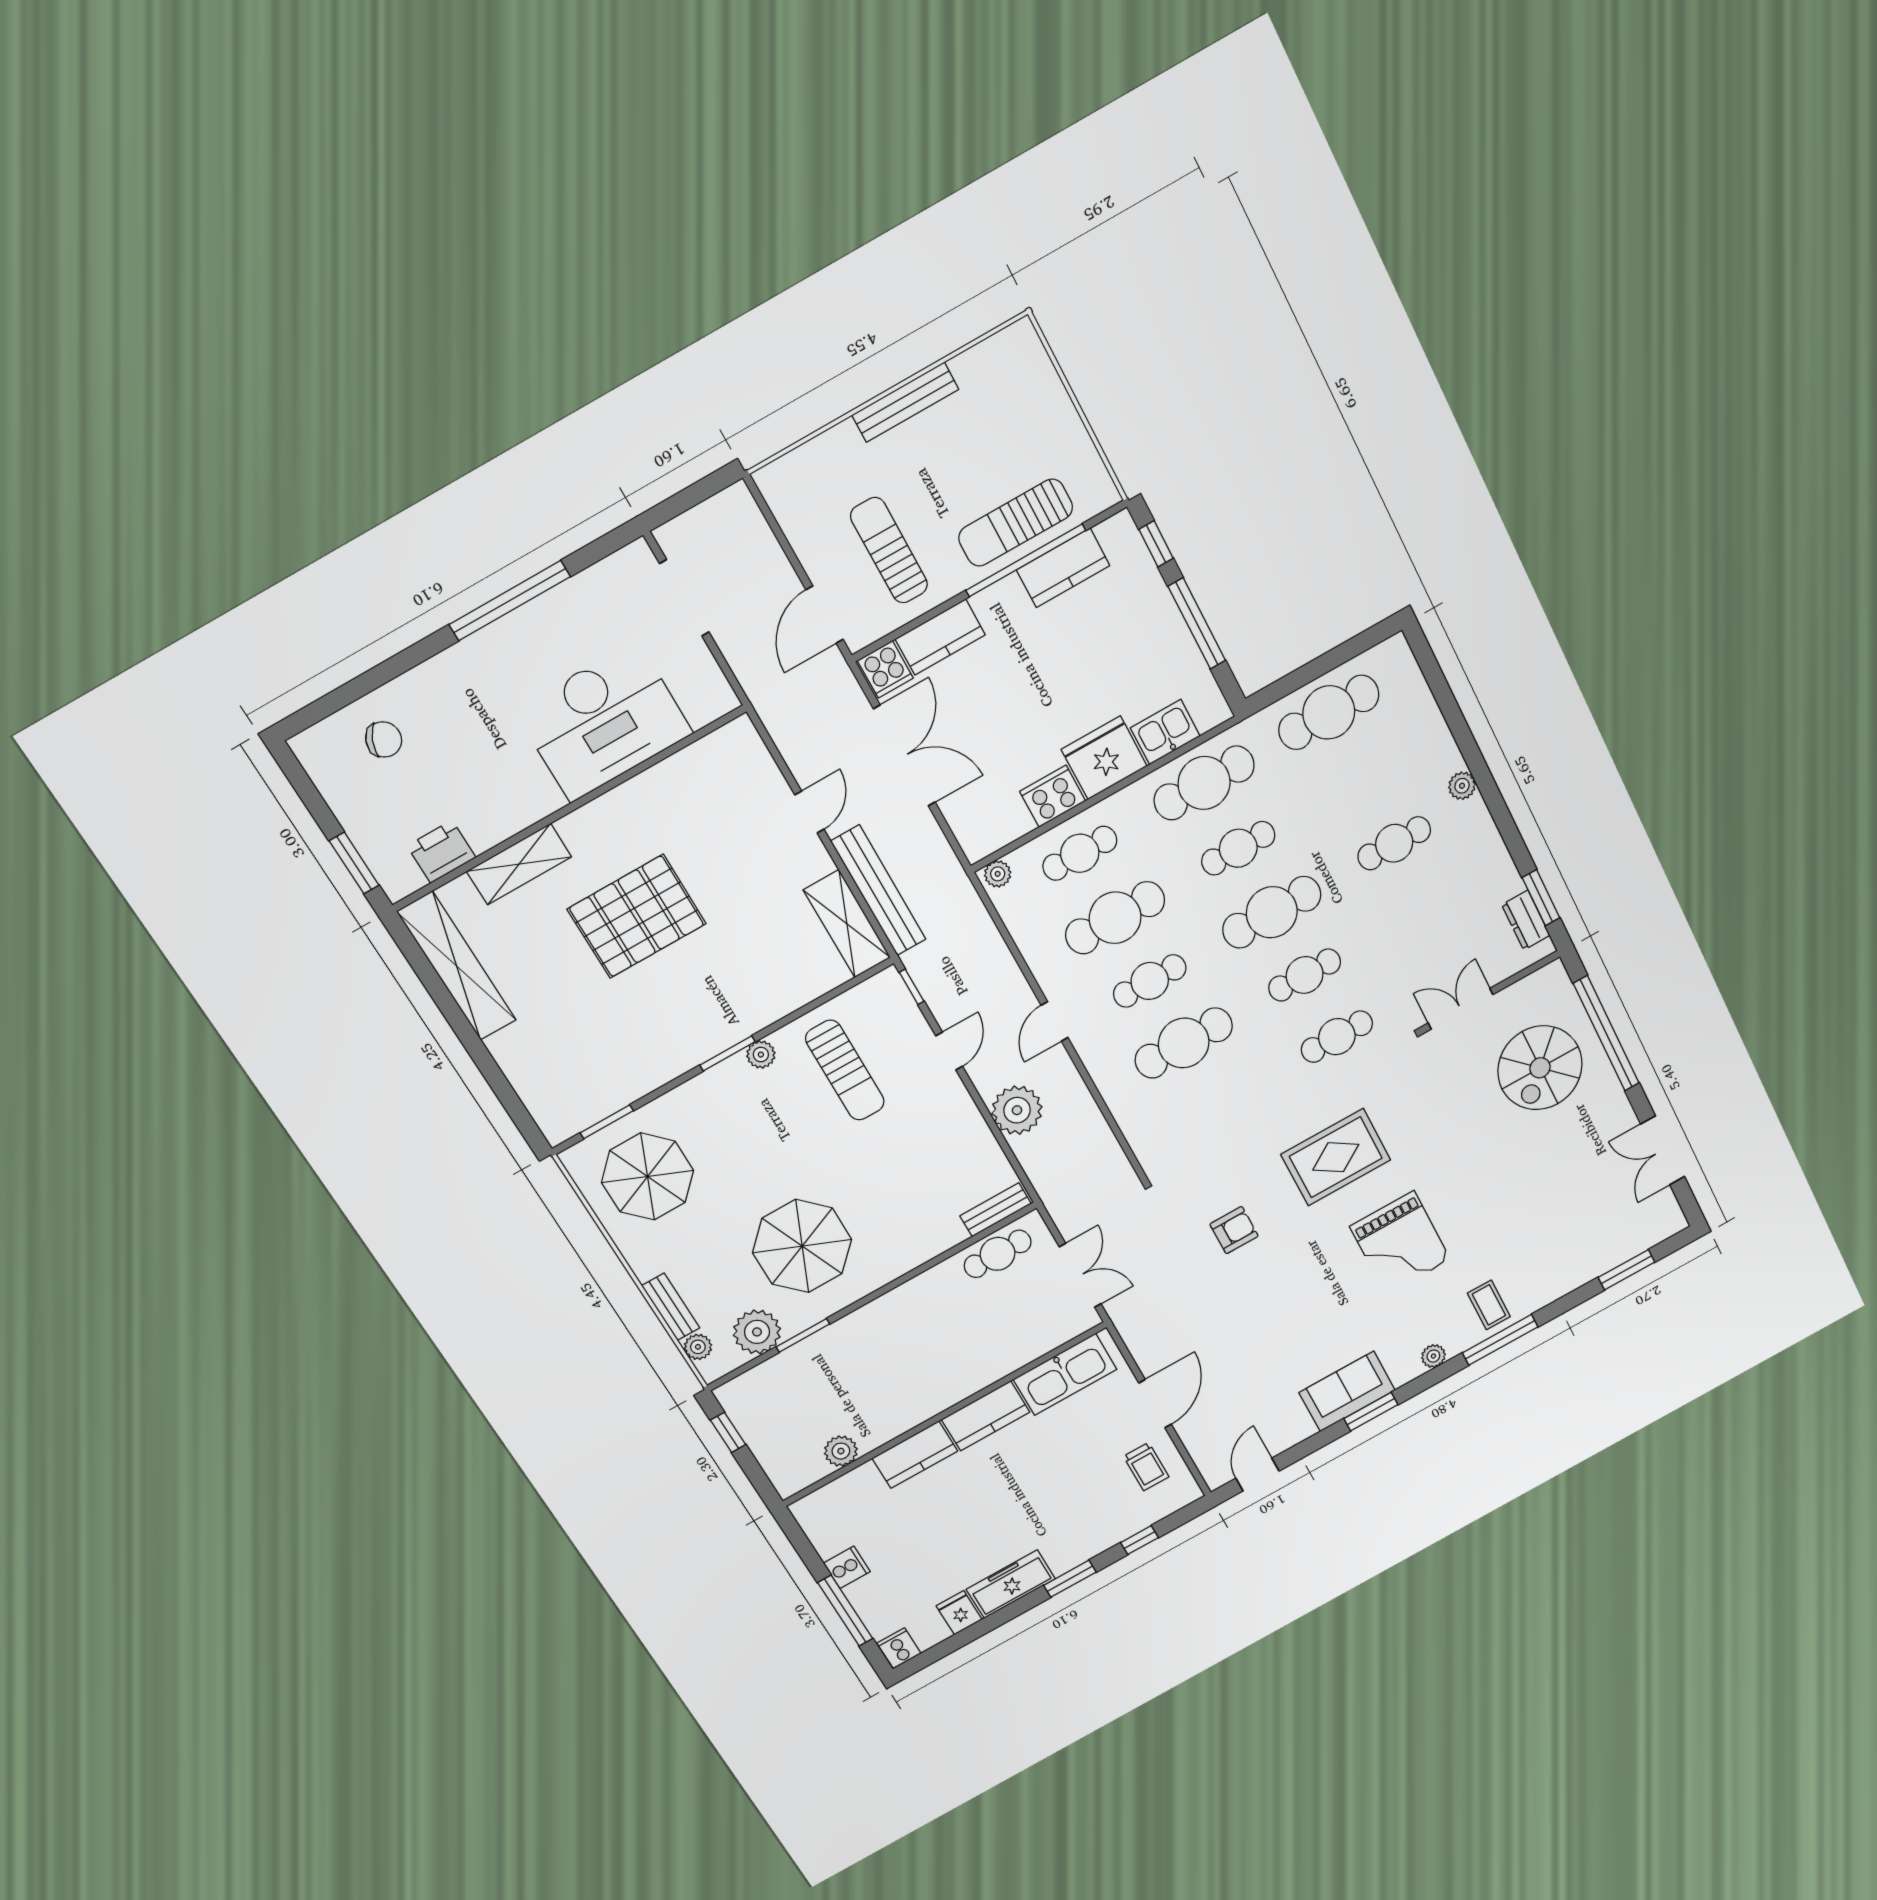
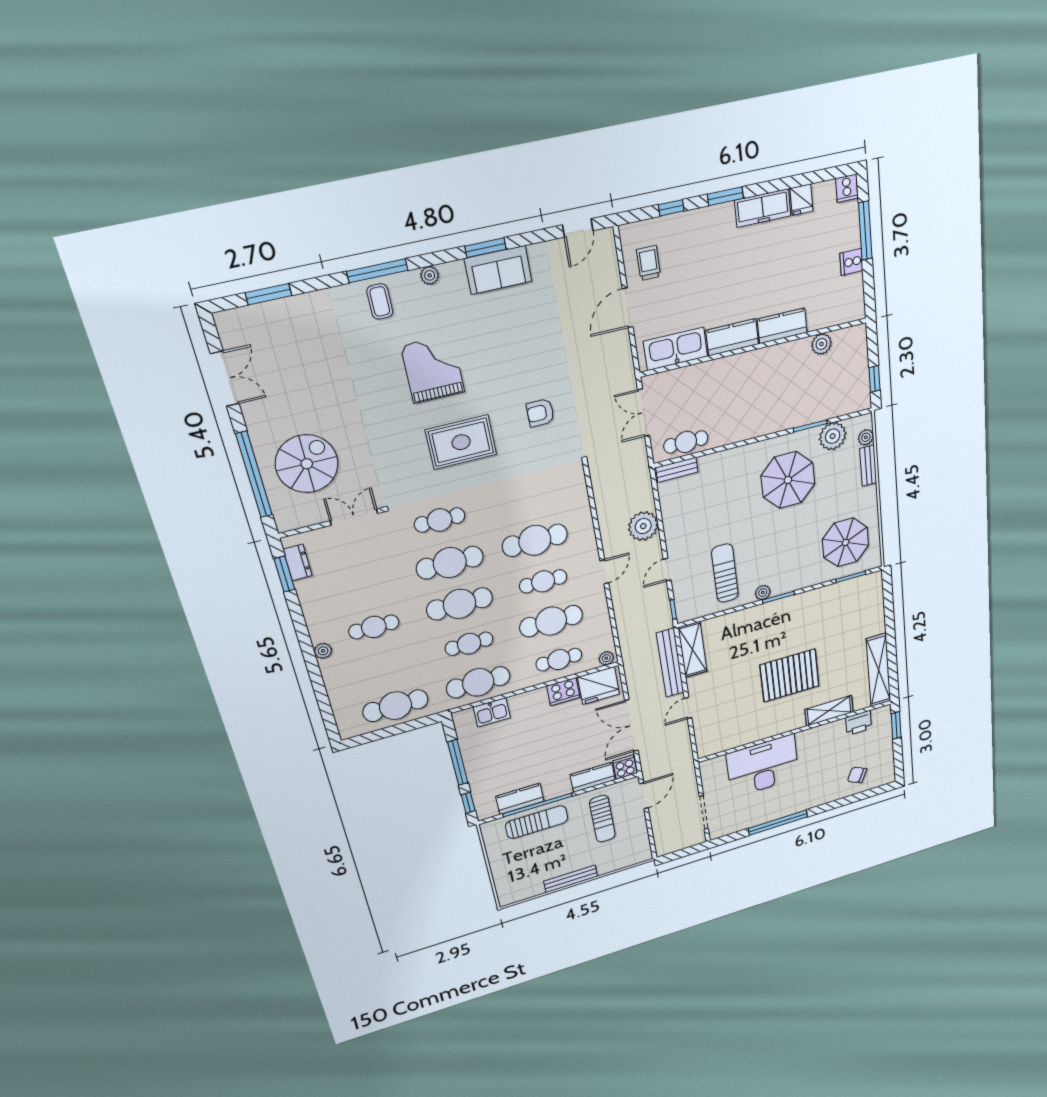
fridge: (1104, 758) -> (599, 686), moved
cafe table: (1305, 975) -> (450, 563), width x1.37, depth x1.35
double door: (1461, 1009) -> (354, 517), swing flipped

